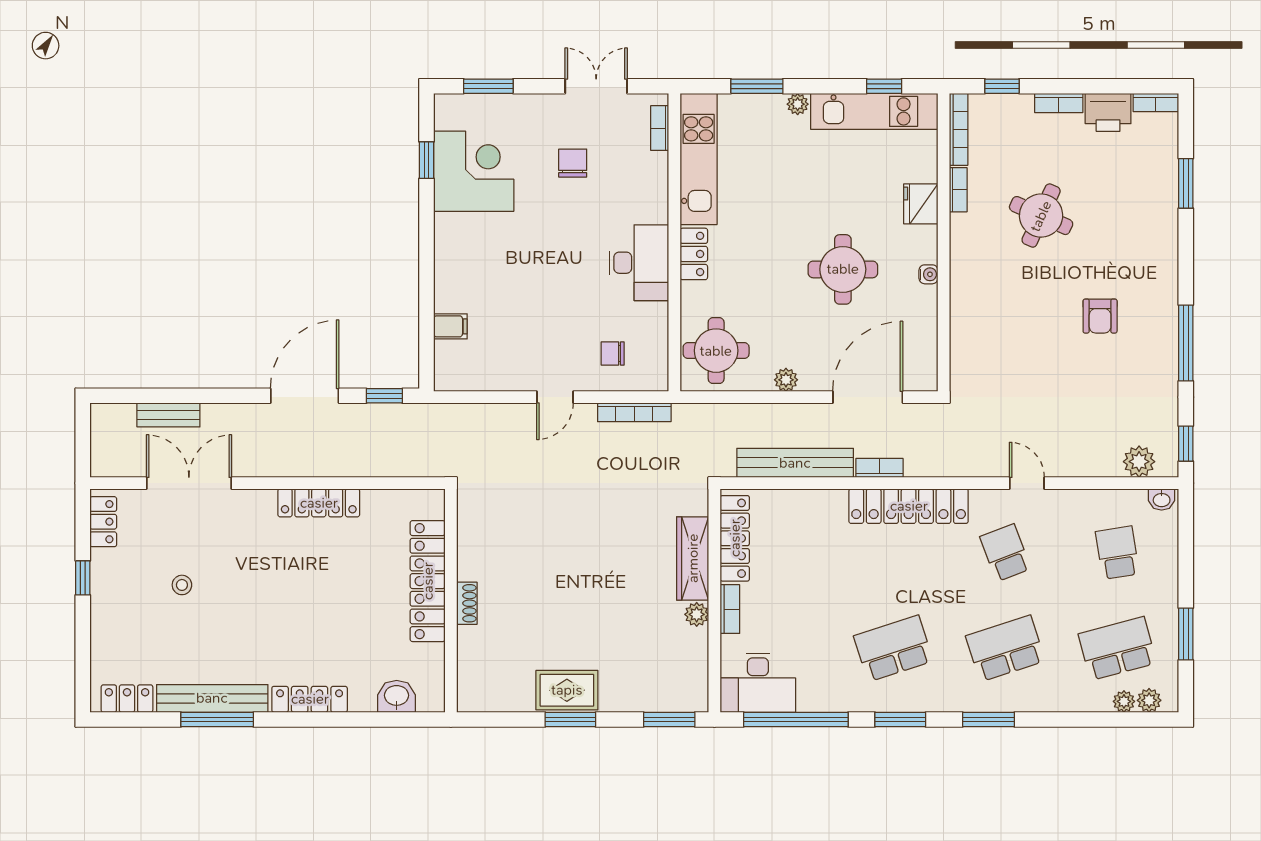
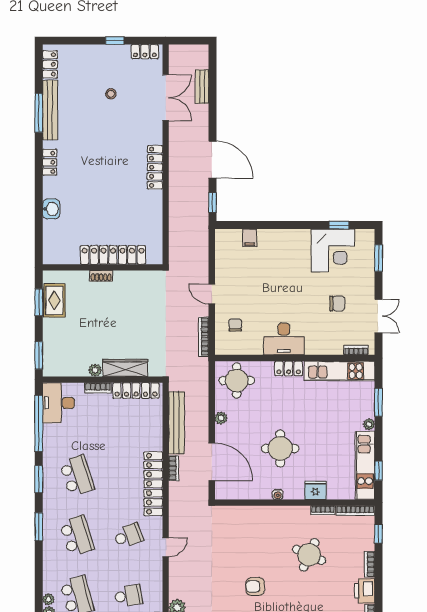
locker: (428, 581) -> (113, 255), moved
wall: (451, 601) -> (103, 267), moved
shoe rack: (467, 603) -> (101, 276), moved
locker: (310, 699) -> (50, 162), width x0.66

